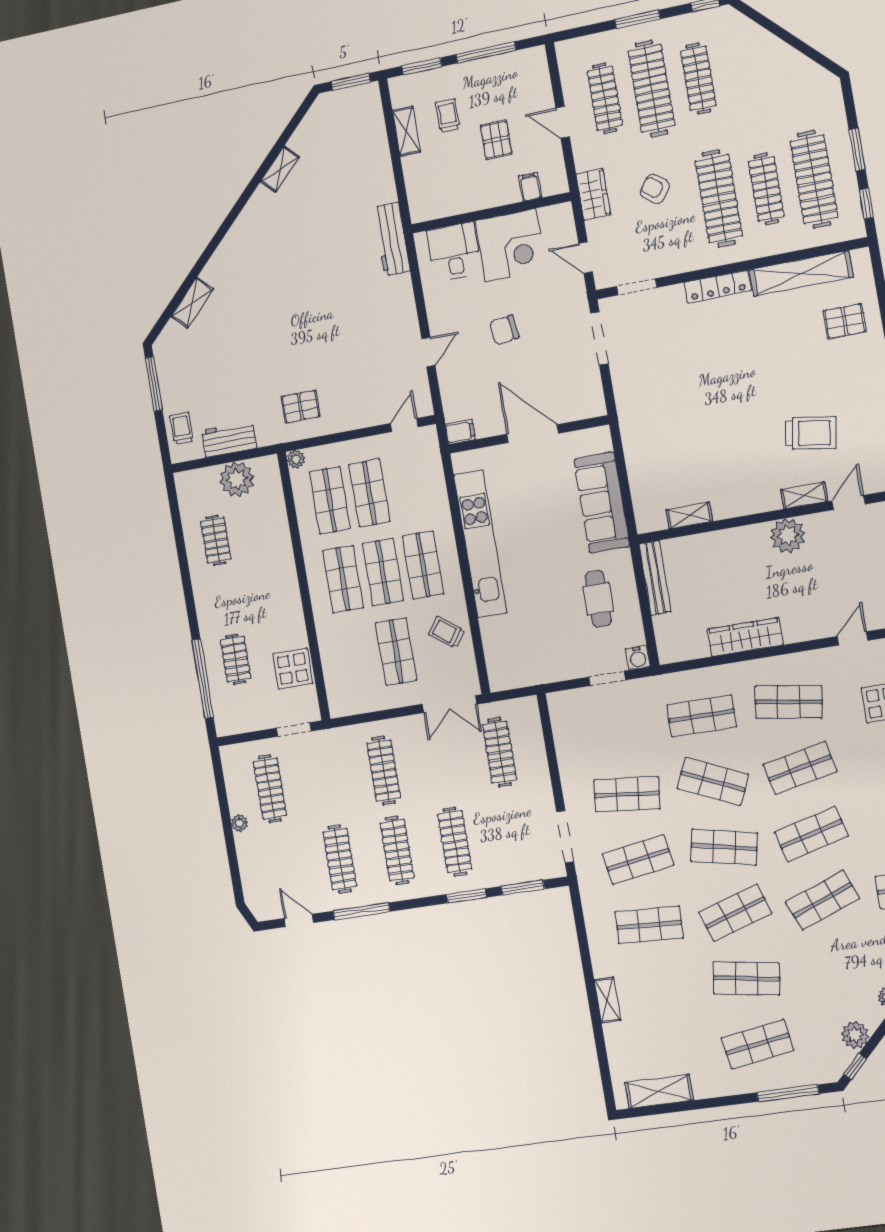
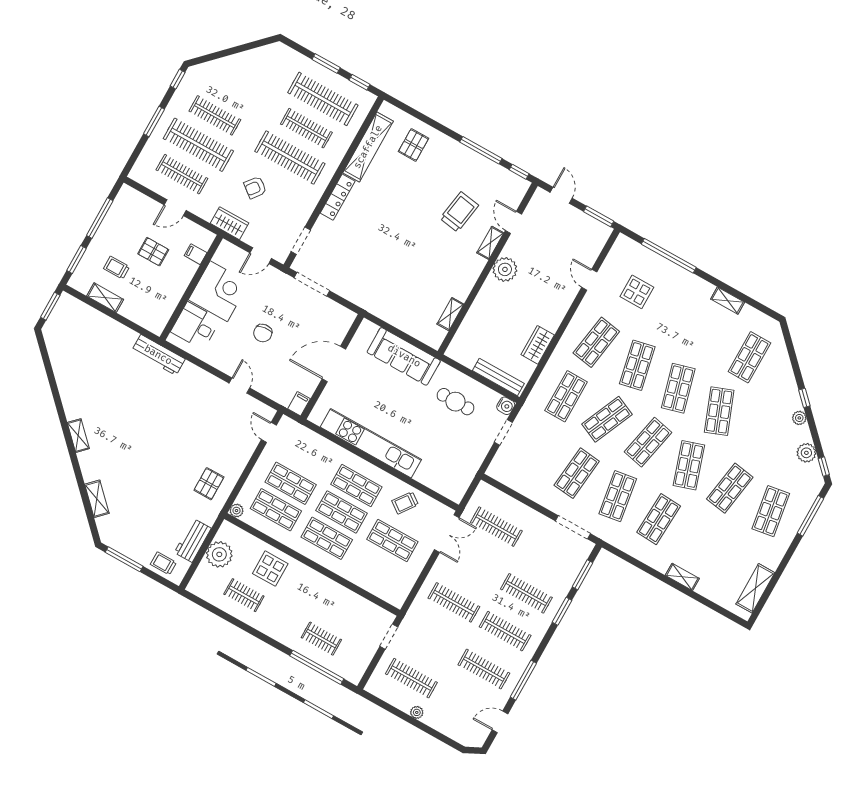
shelving: (280, 169) -> (78, 436), moved
bench: (655, 578) -> (498, 377), moved
wardrobe: (745, 637) -> (538, 345), width x0.67
display table: (293, 669) -> (270, 569), moved

